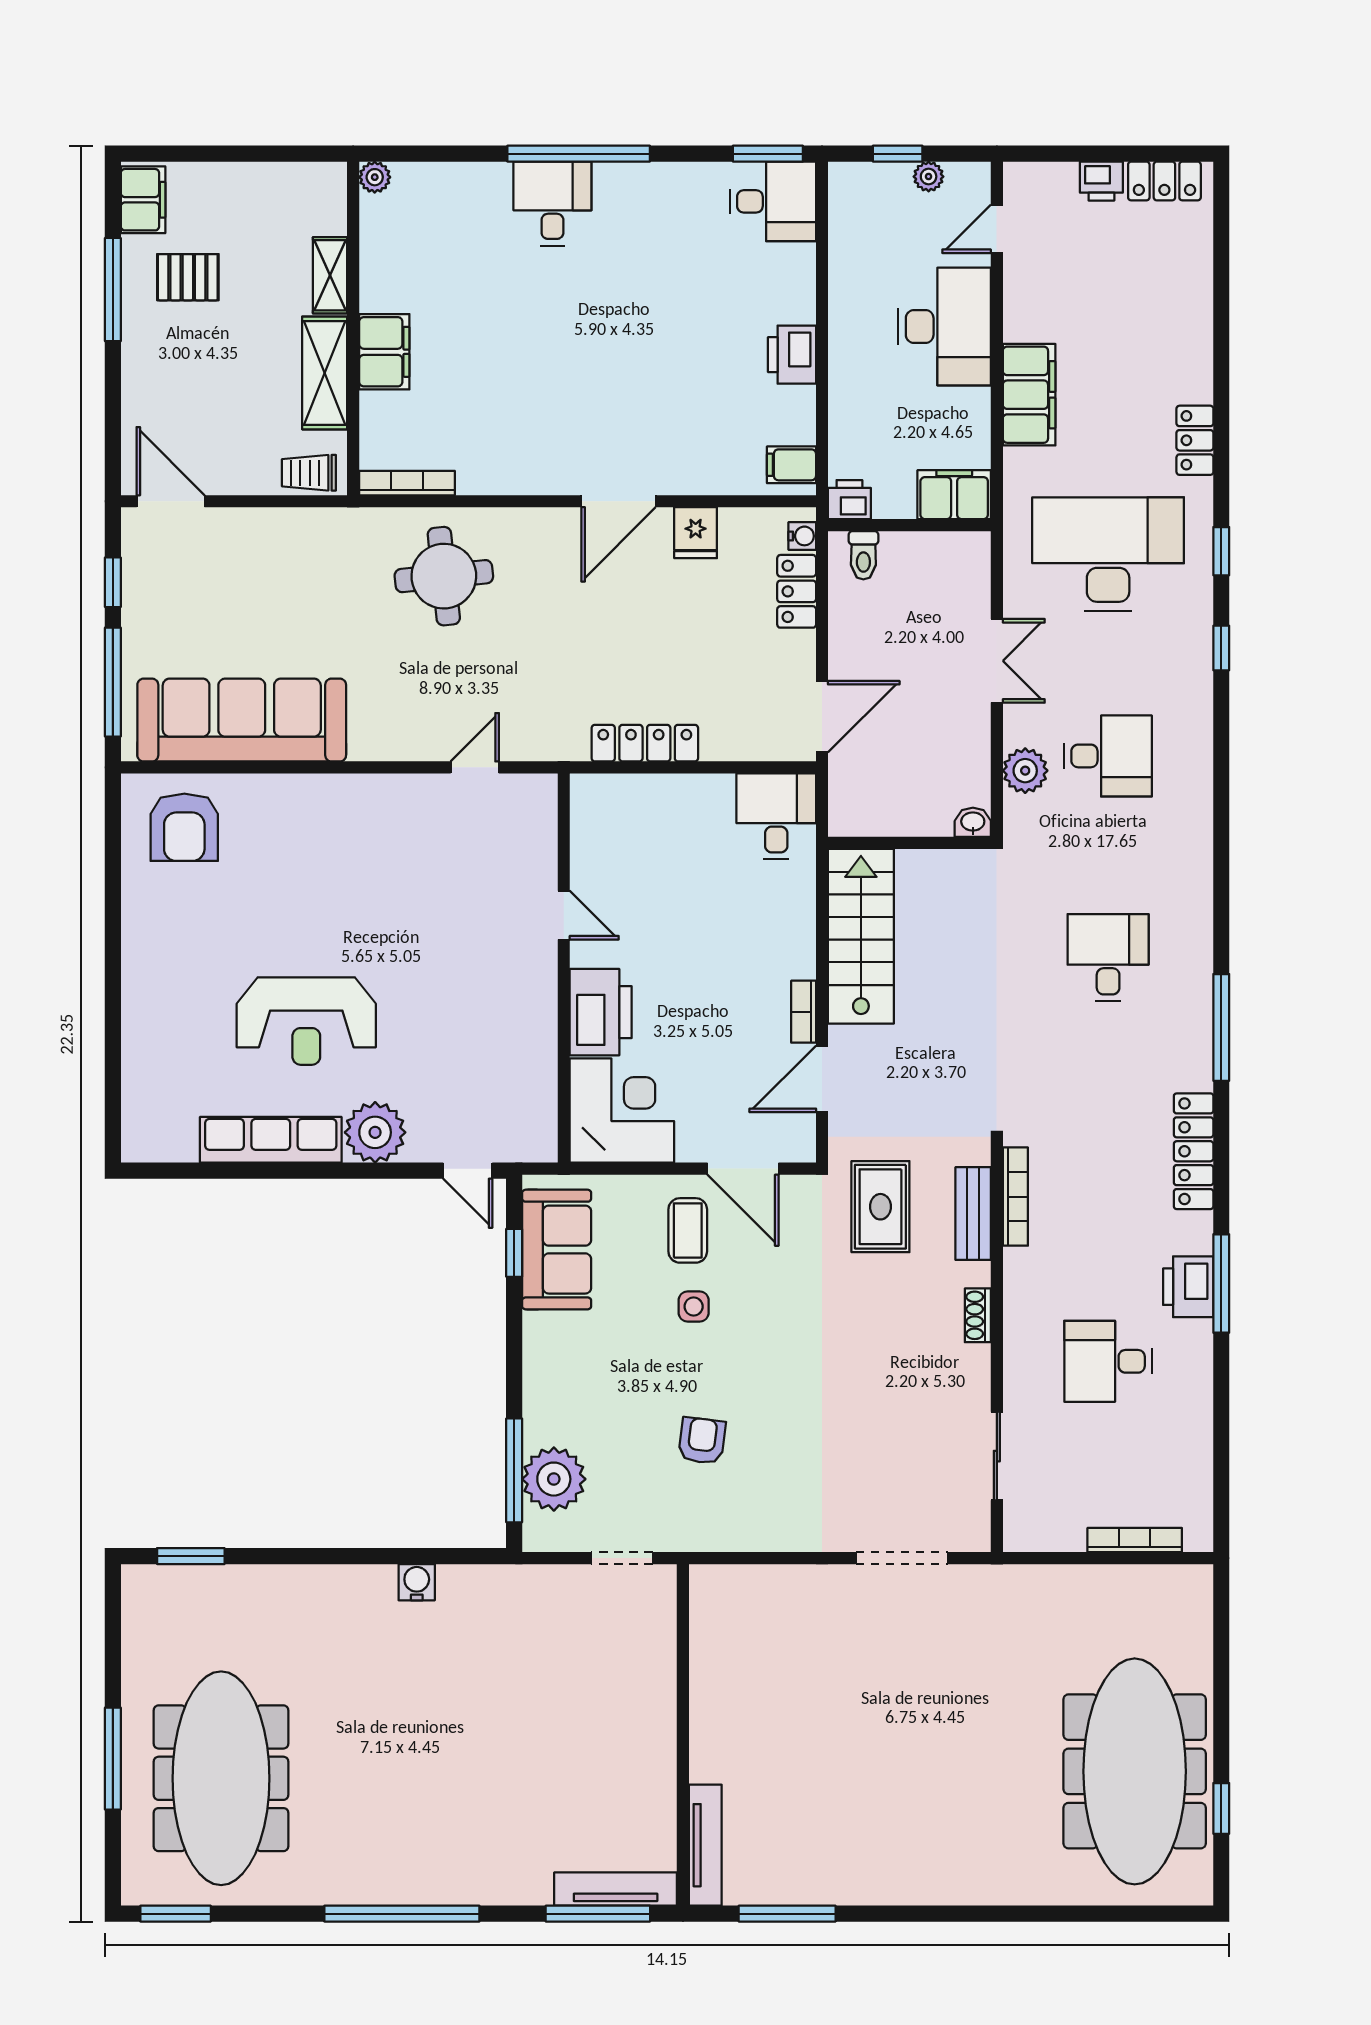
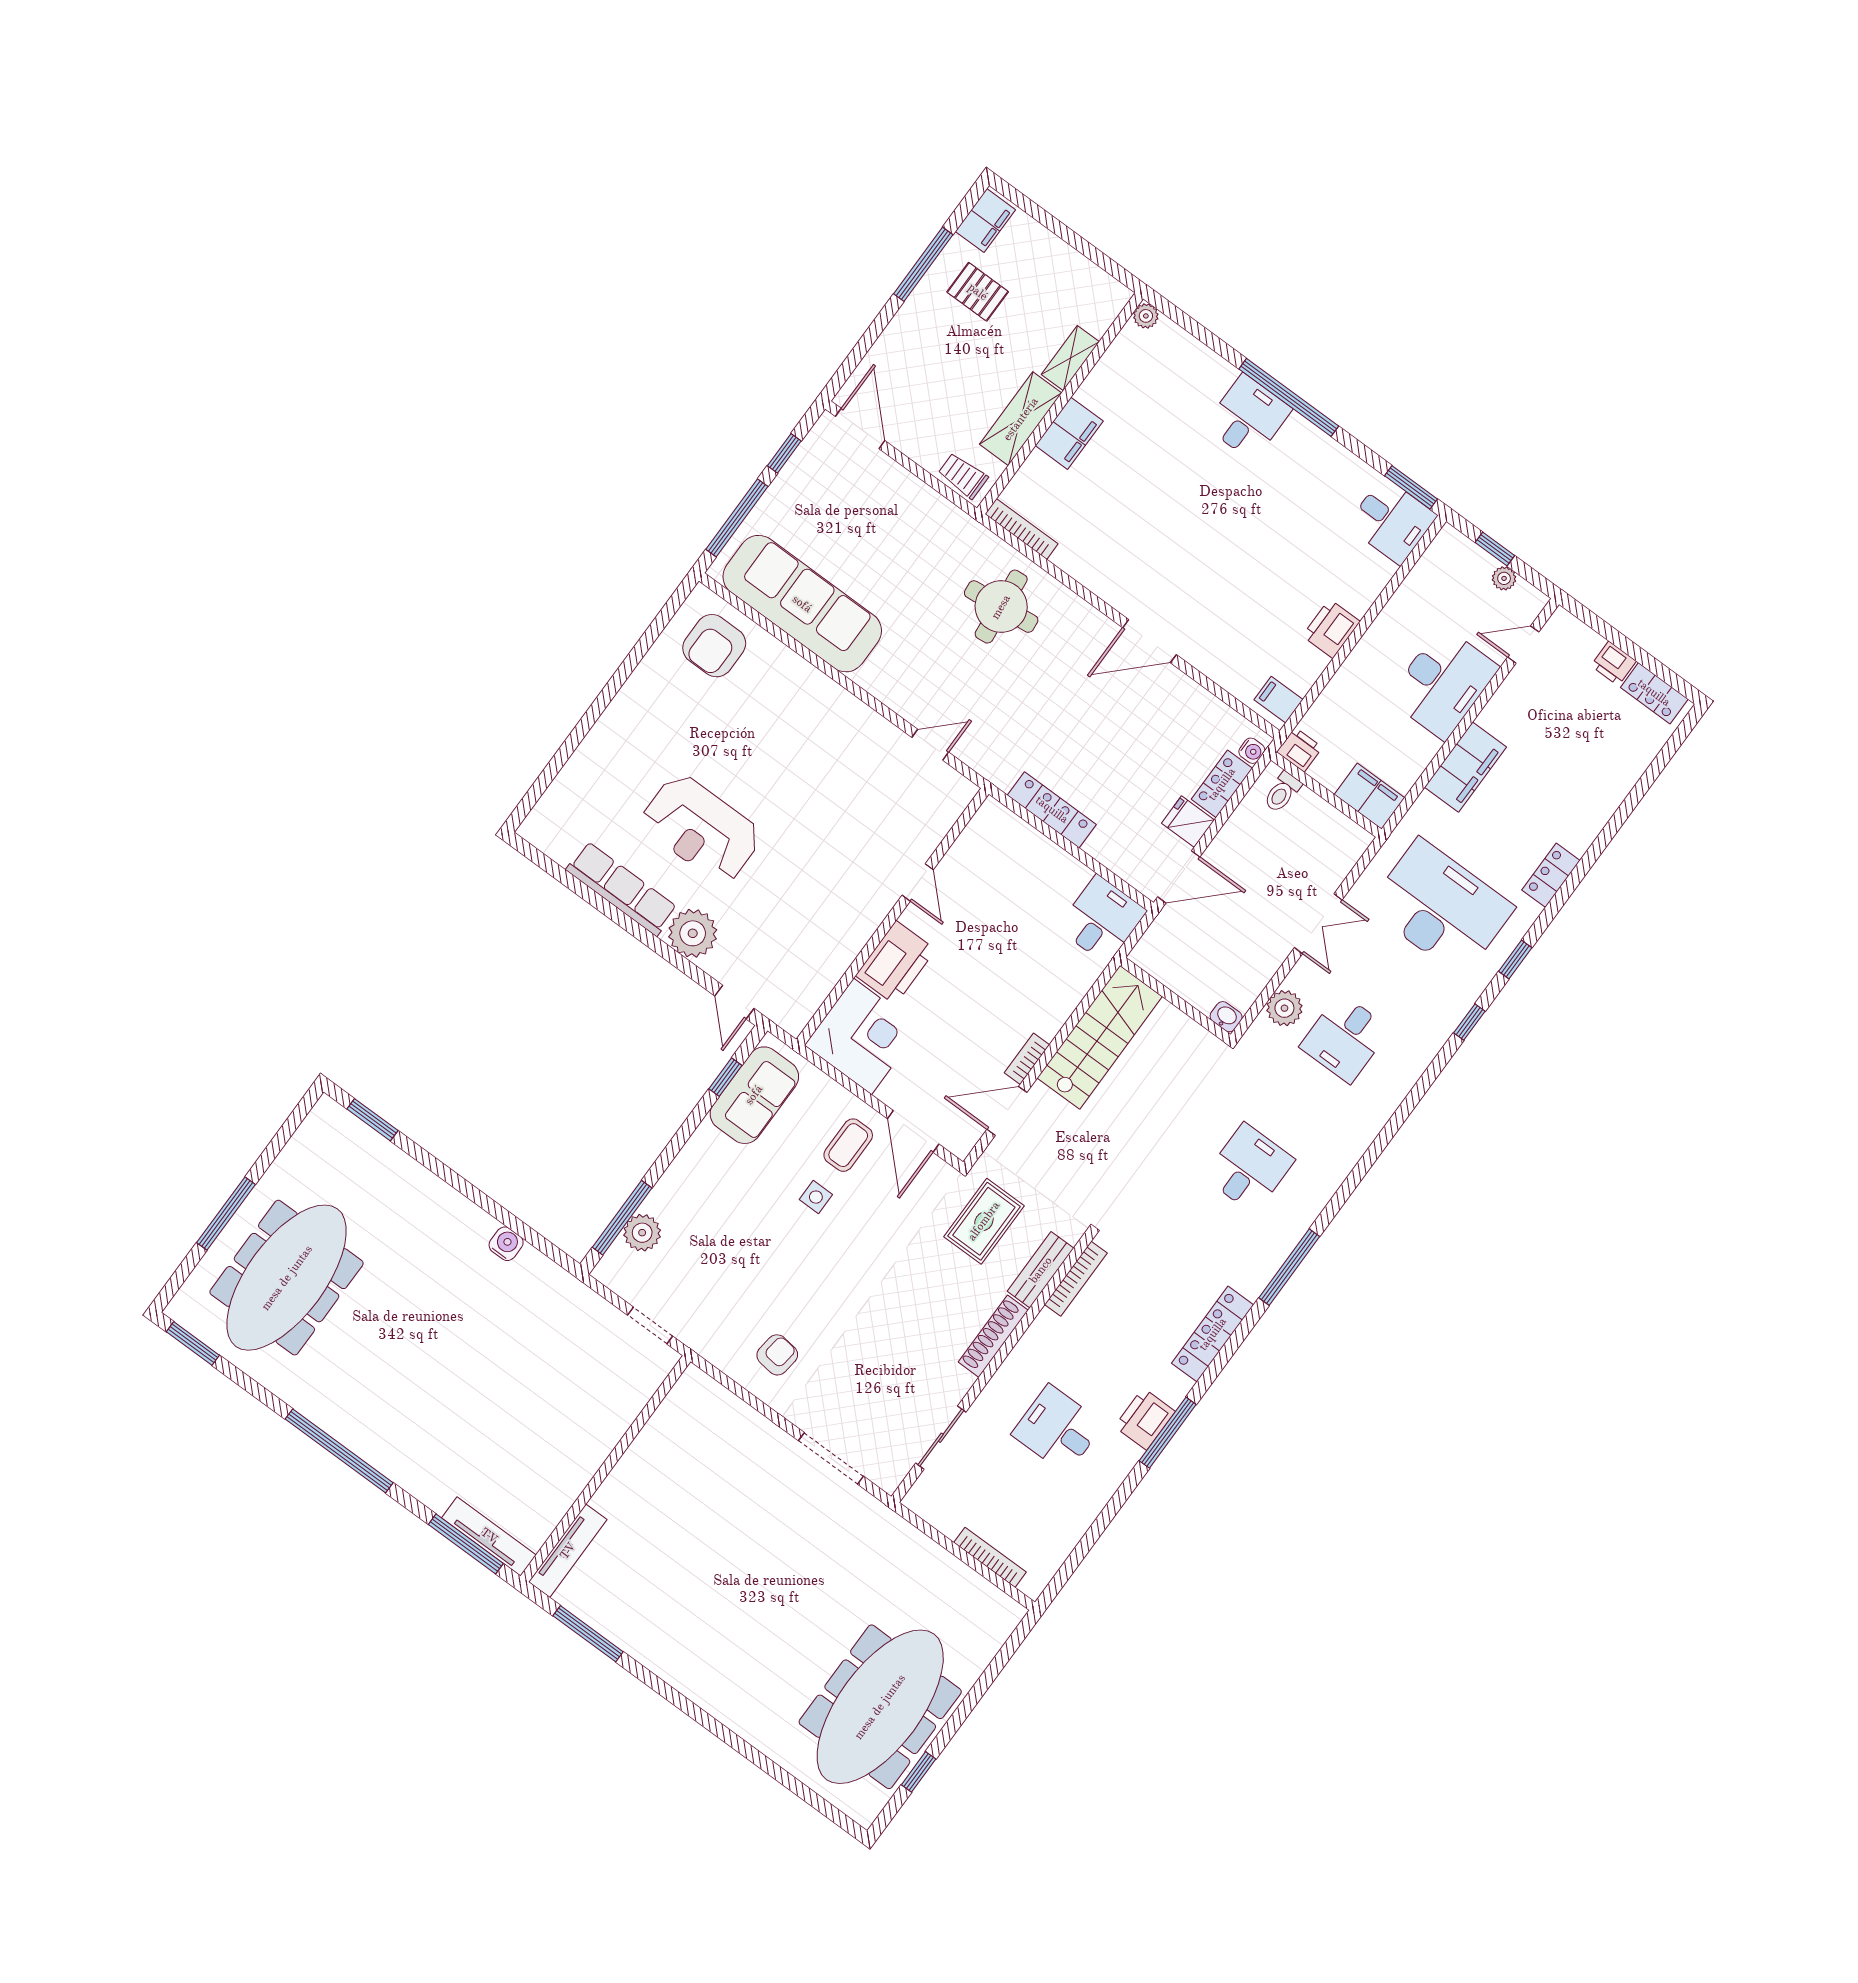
fridge: (696, 533) -> (1188, 822), moved, turned 90
desk: (1108, 756) -> (1345, 1038), turned 90
shoe rack: (978, 1315) -> (993, 1336), width x1.94, depth x1.24
armchair: (702, 1441) -> (777, 1355), moved
plant: (554, 1479) -> (642, 1233), width x0.73, depth x0.73

